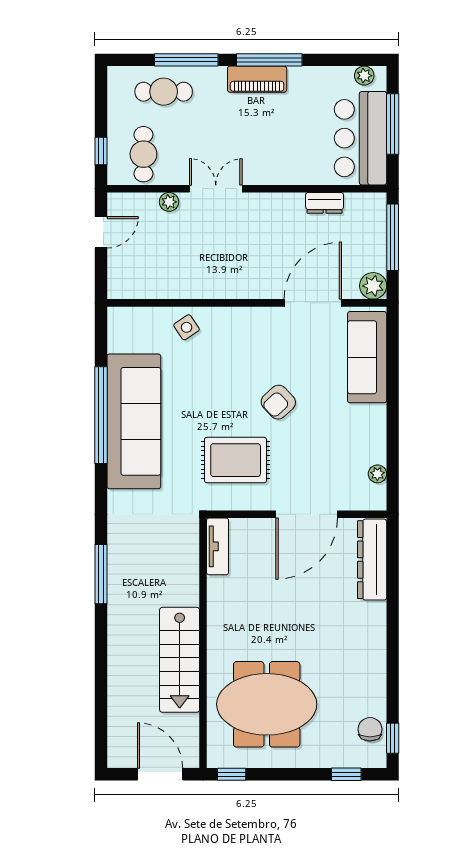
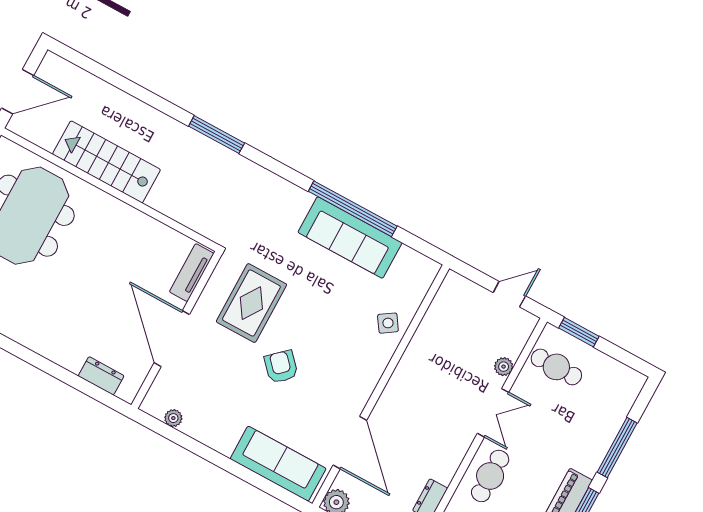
cafe table: (164, 92) -> (490, 476), moved
window: (101, 151) -> (579, 332), width x1.50
door: (101, 232) -> (509, 294), swing flipped
sofa: (134, 421) -> (350, 238), width x0.74, depth x0.79
tv unit: (218, 546) -> (192, 273), moved, turned 90
dresser: (372, 560) -> (101, 376), width x0.51, depth x0.80

